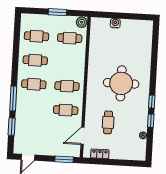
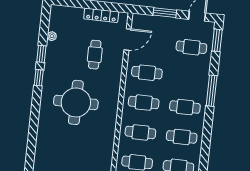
cafe table: (68, 62) -> (140, 132), added
window: (12, 127) -> (217, 40), moved
cafe table: (31, 132) -> (191, 47), added
locker: (100, 154) -> (101, 15), width x1.53
window: (64, 159) -> (165, 13), moved

